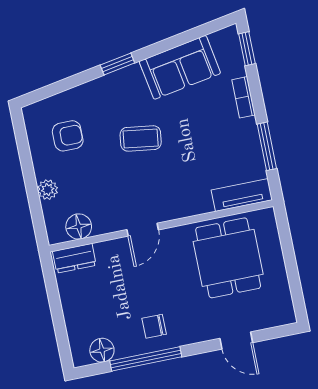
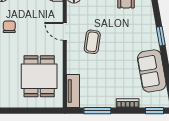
coffee table: (141, 138) -> (92, 42), moved
dining table: (228, 258) -> (39, 76), turned 90

